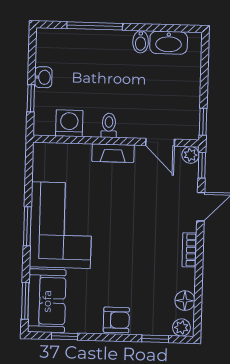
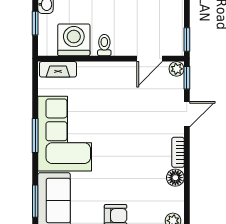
washing machine: (69, 123) -> (74, 40), width x1.37, depth x1.37
door: (160, 142) -> (150, 59), hinge flipped
fireplace: (113, 153) -> (58, 69), moved
floor lamp: (185, 301) -> (175, 178), moved

